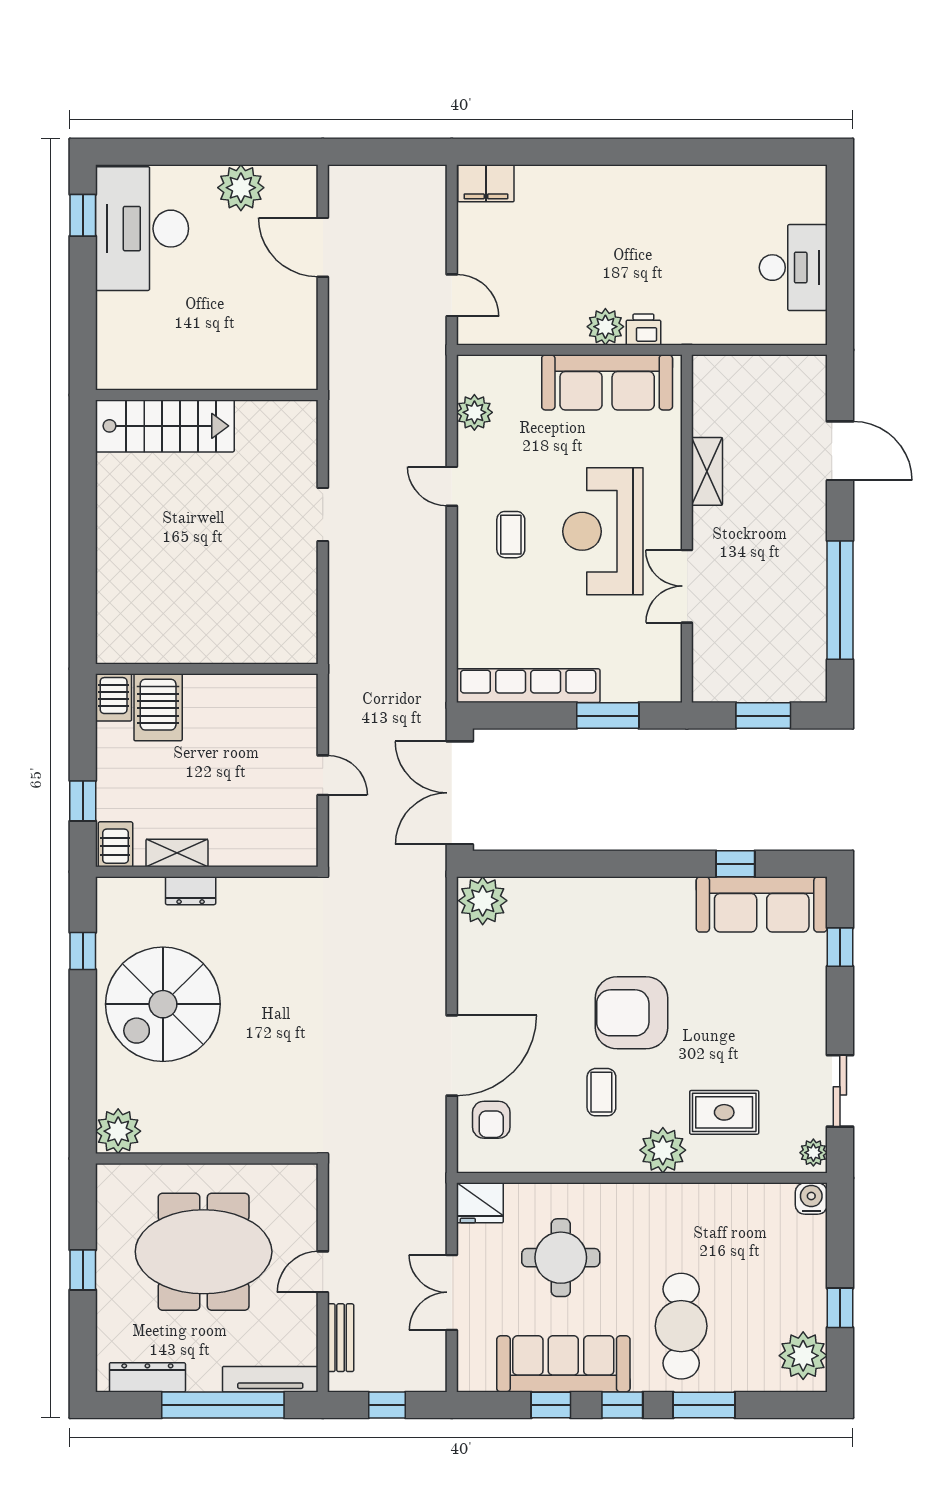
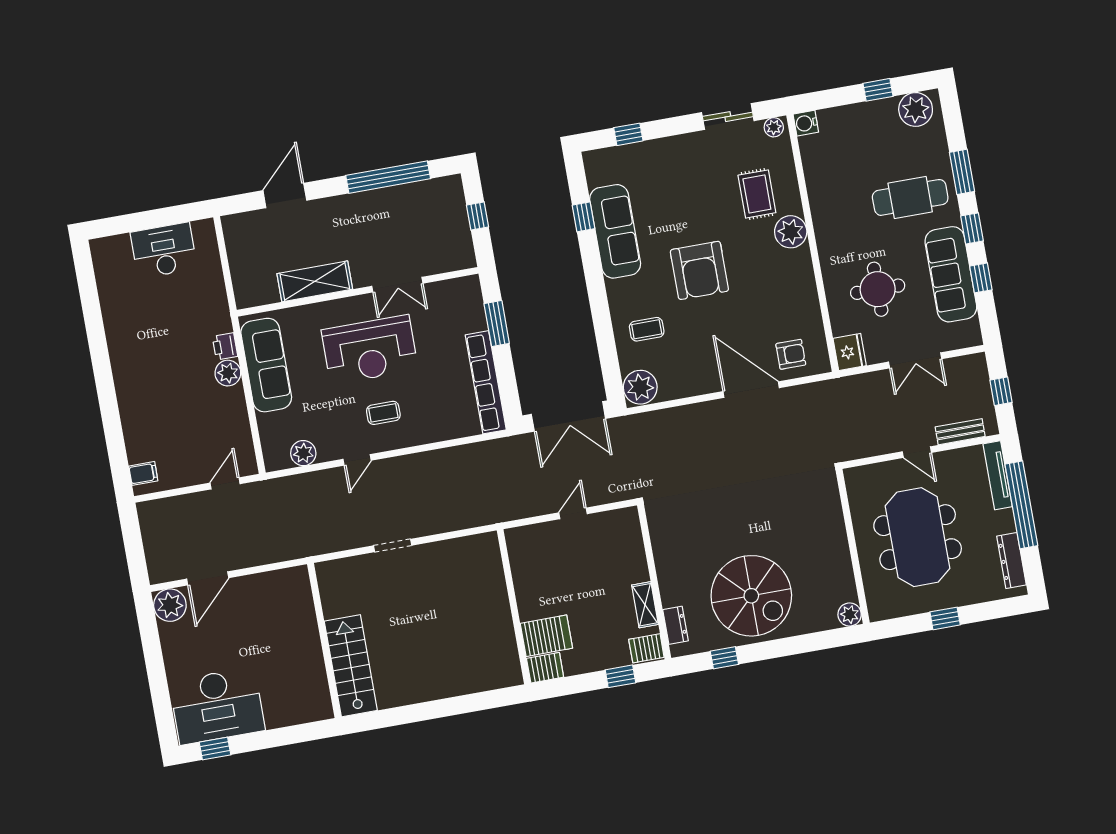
filing cabinet: (486, 183) -> (143, 473), width x0.50
plant: (241, 188) -> (170, 605), moved
shelving: (707, 471) -> (315, 281), width x1.50, depth x1.33
window: (763, 716) -> (478, 216), width x0.67
dresser: (191, 891) -> (675, 625), moved
sofa: (762, 904) -> (615, 231), moved
coffee table: (601, 1092) -> (647, 329), moved
plant: (118, 1131) -> (850, 614), width x0.73, depth x0.73

